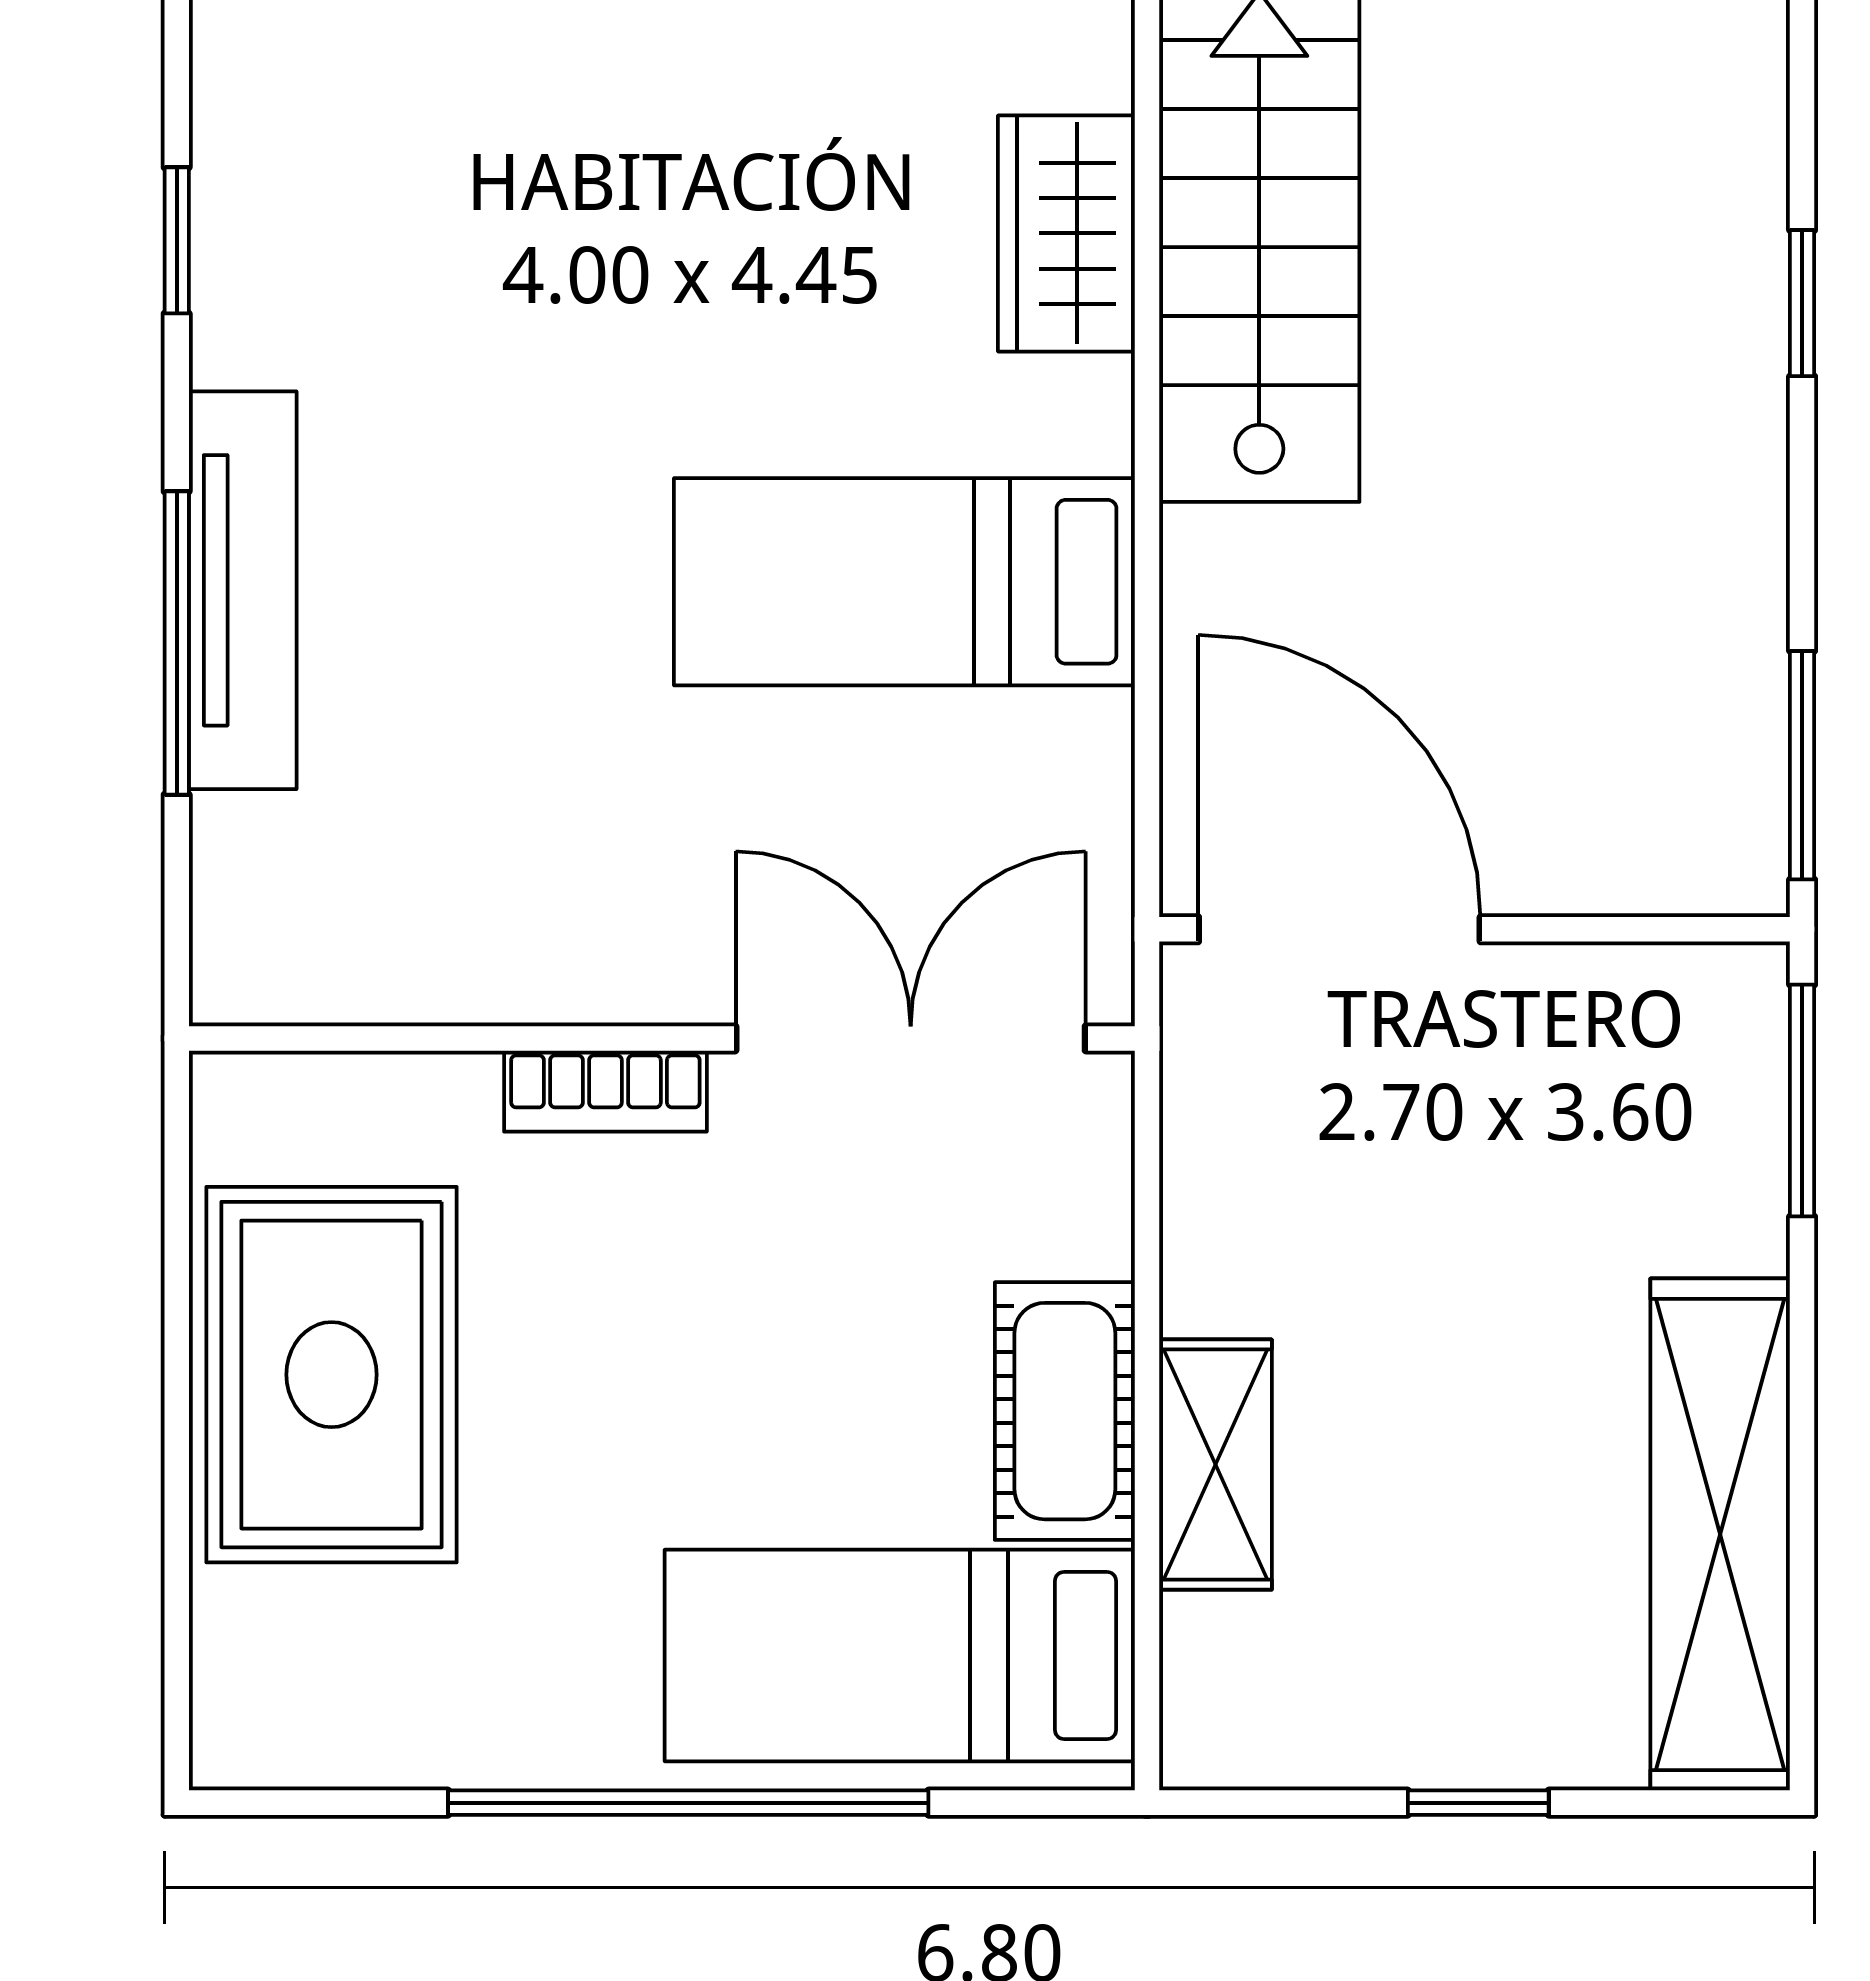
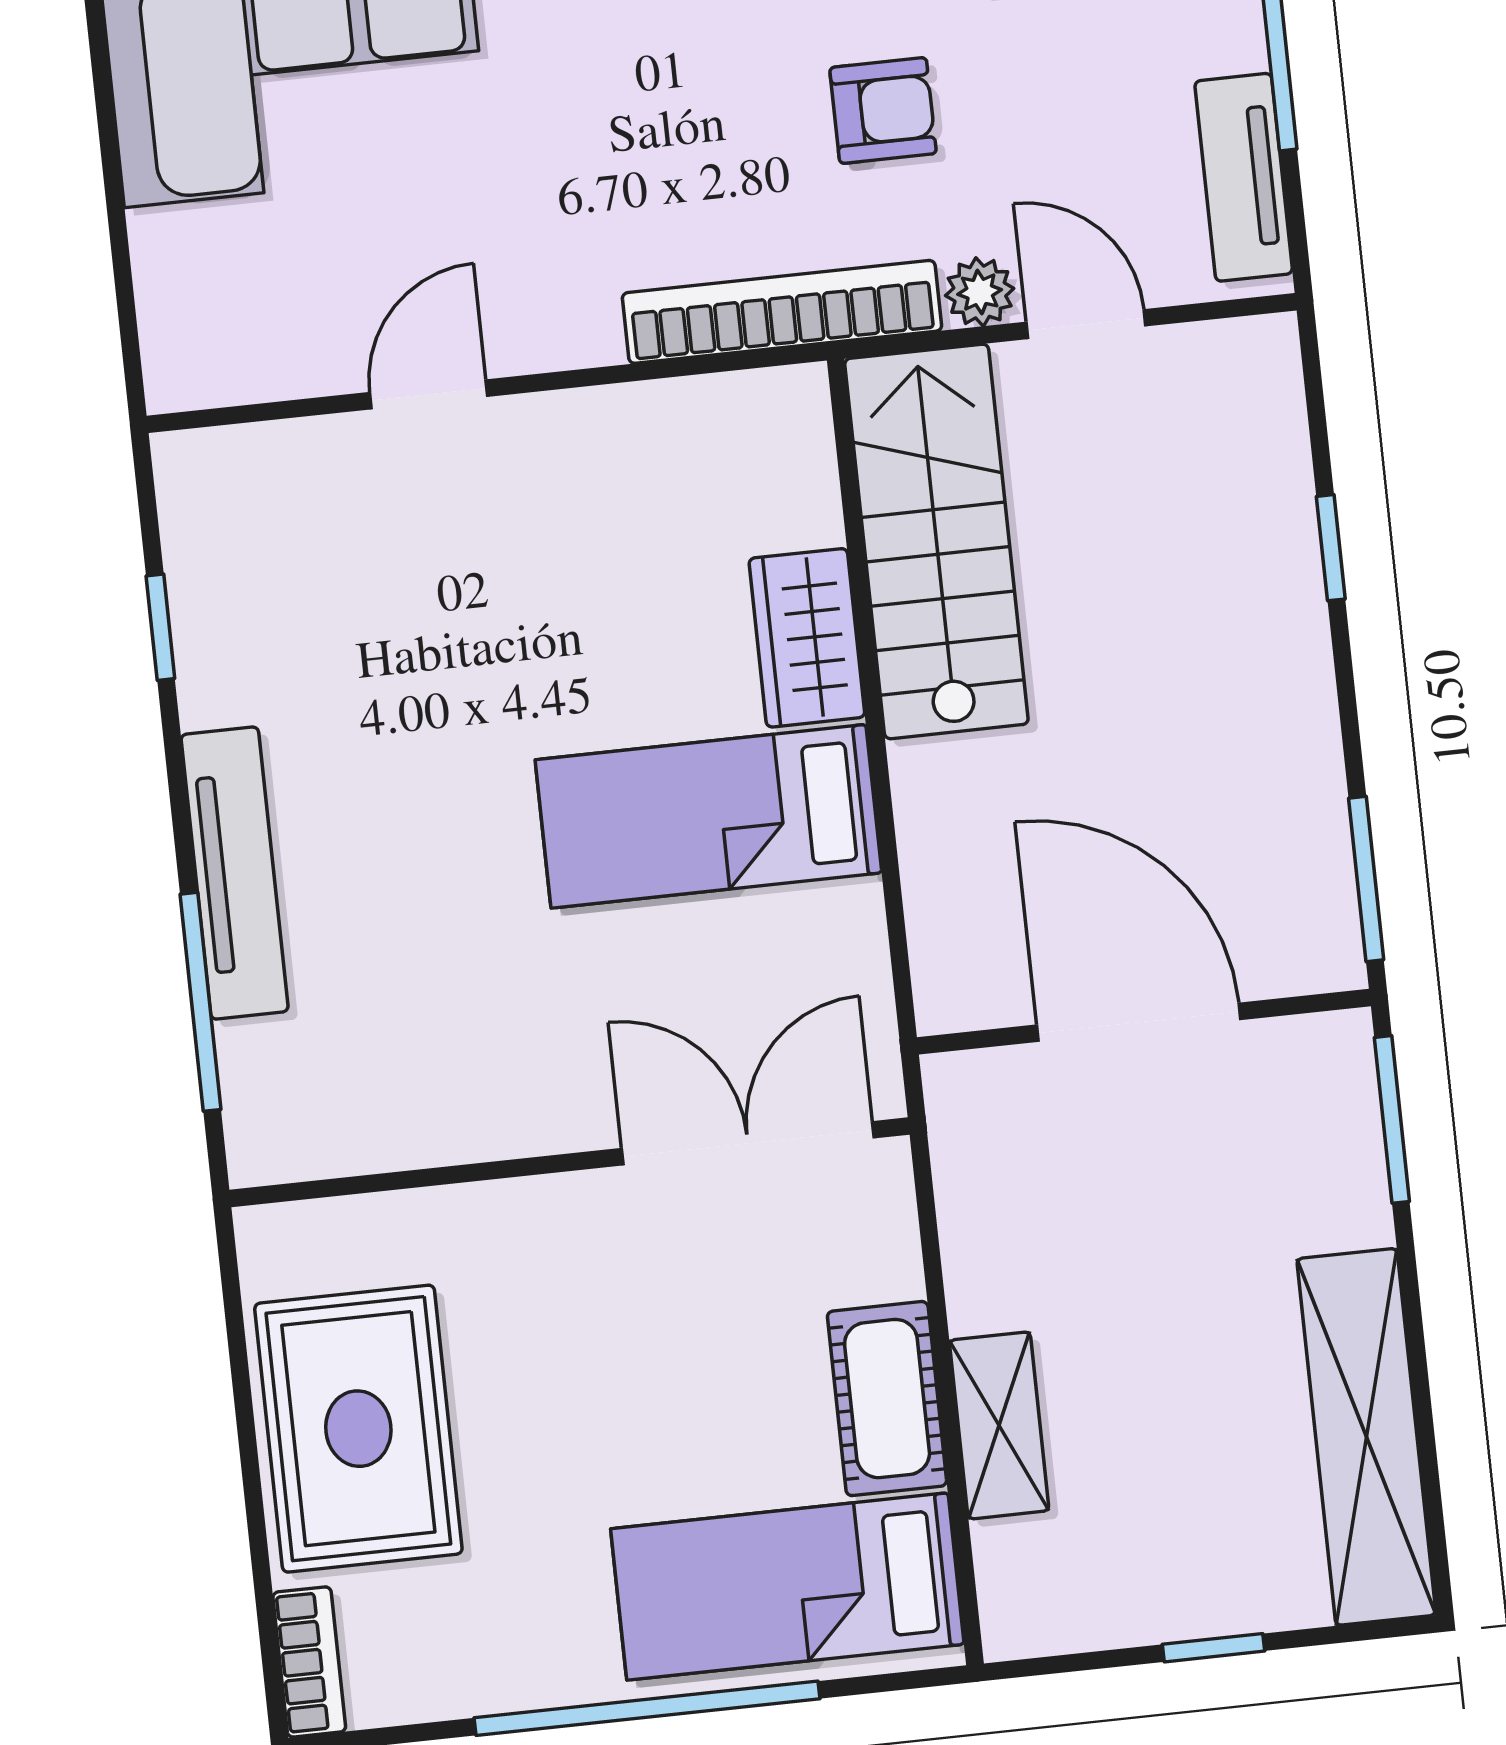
wardrobe: (1066, 233) -> (807, 638), moved
window: (177, 643) -> (200, 1002), moved
door: (1339, 929) -> (1139, 1022), moved
bookcase: (605, 1091) -> (309, 1662), moved, turned -90

